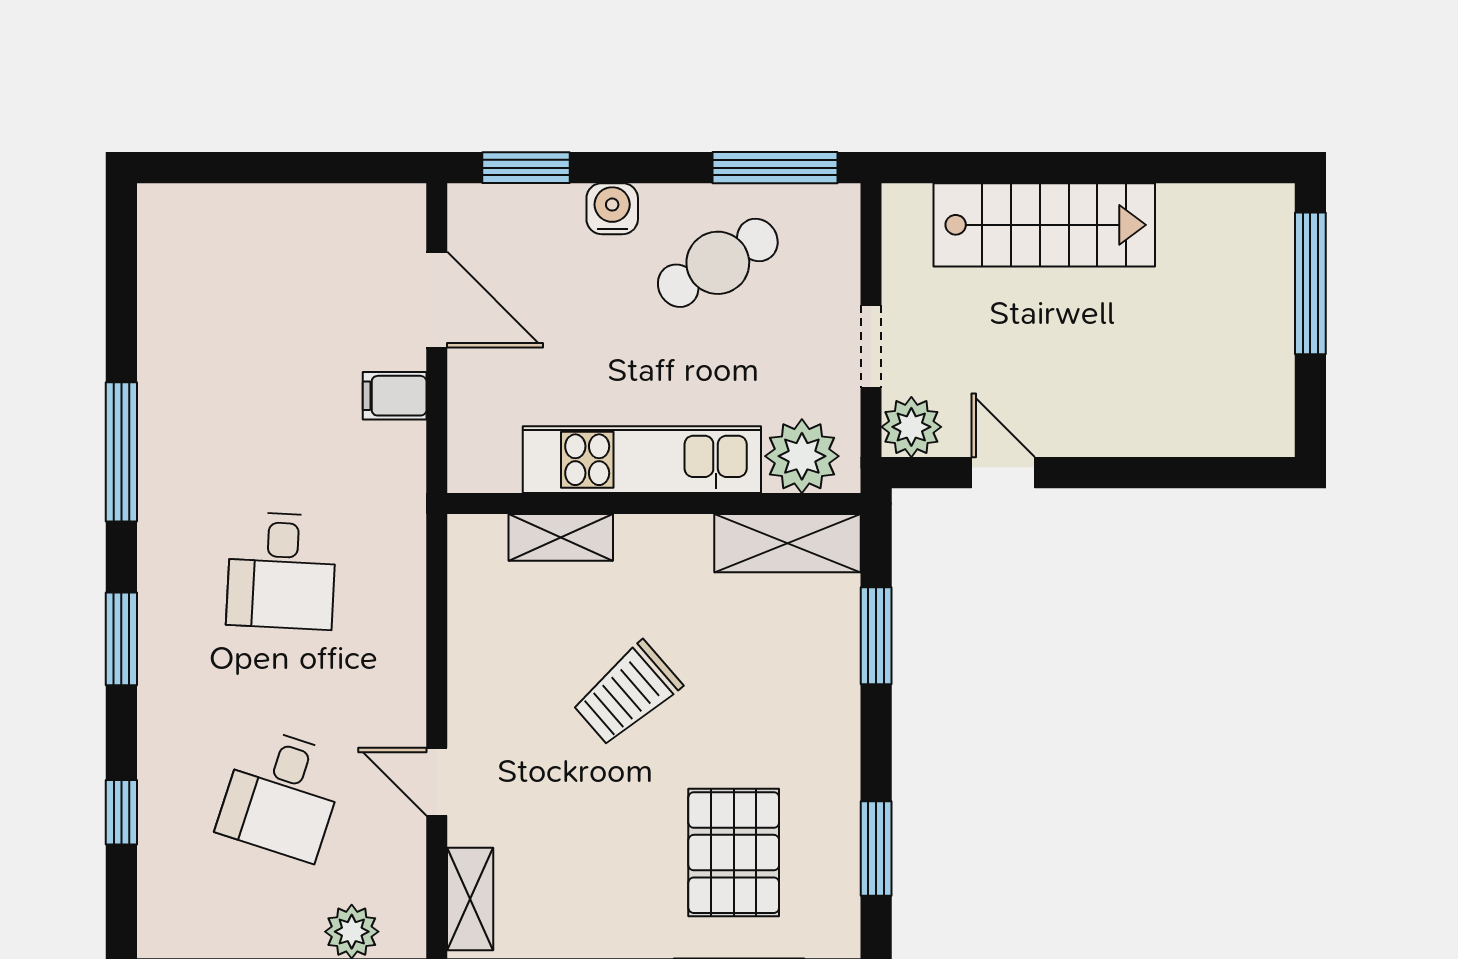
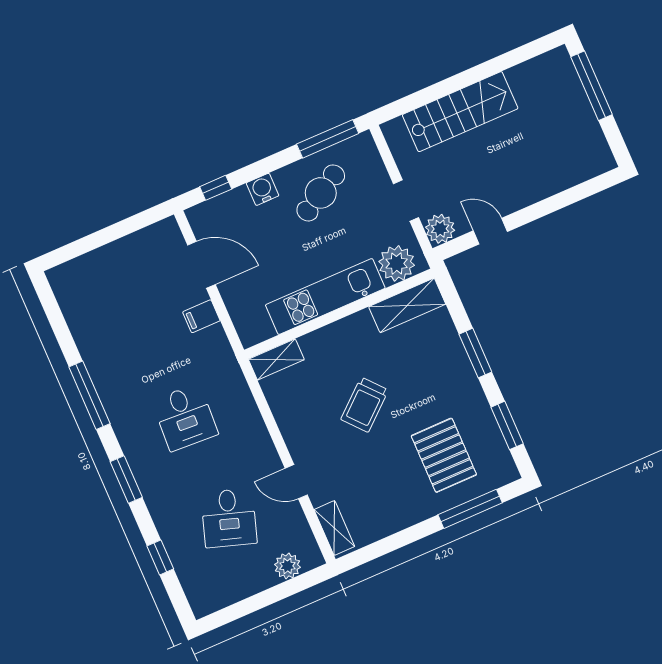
window: (526, 168) -> (216, 188), width x0.67
shelving: (561, 537) -> (276, 359), moved
window: (876, 636) -> (475, 353), moved

